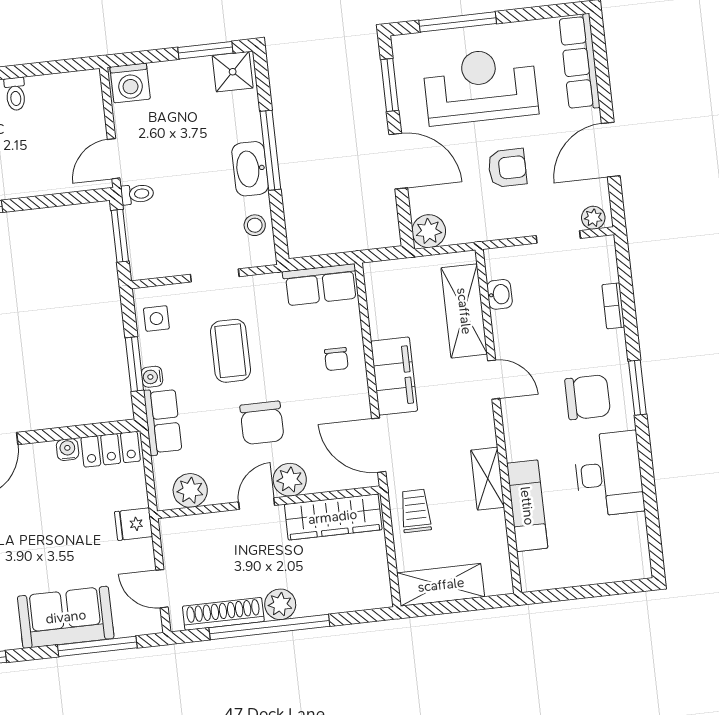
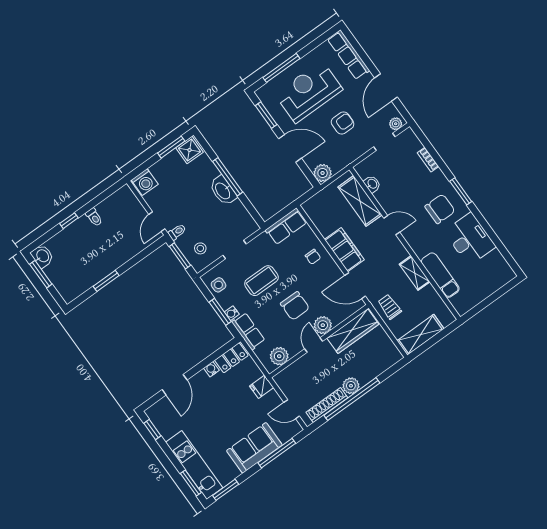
stool: (255, 225) -> (200, 248), moved
coffee table: (230, 351) -> (261, 281), turned 90

